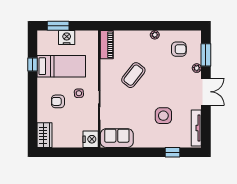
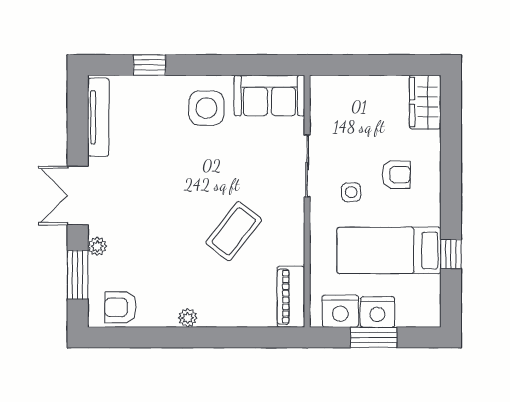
window: (58, 26) -> (374, 337), moved
armchair: (179, 49) -> (120, 307), moved
side table: (163, 116) -> (206, 108), moved
nightstand: (91, 139) -> (340, 311), moved, turned -90

